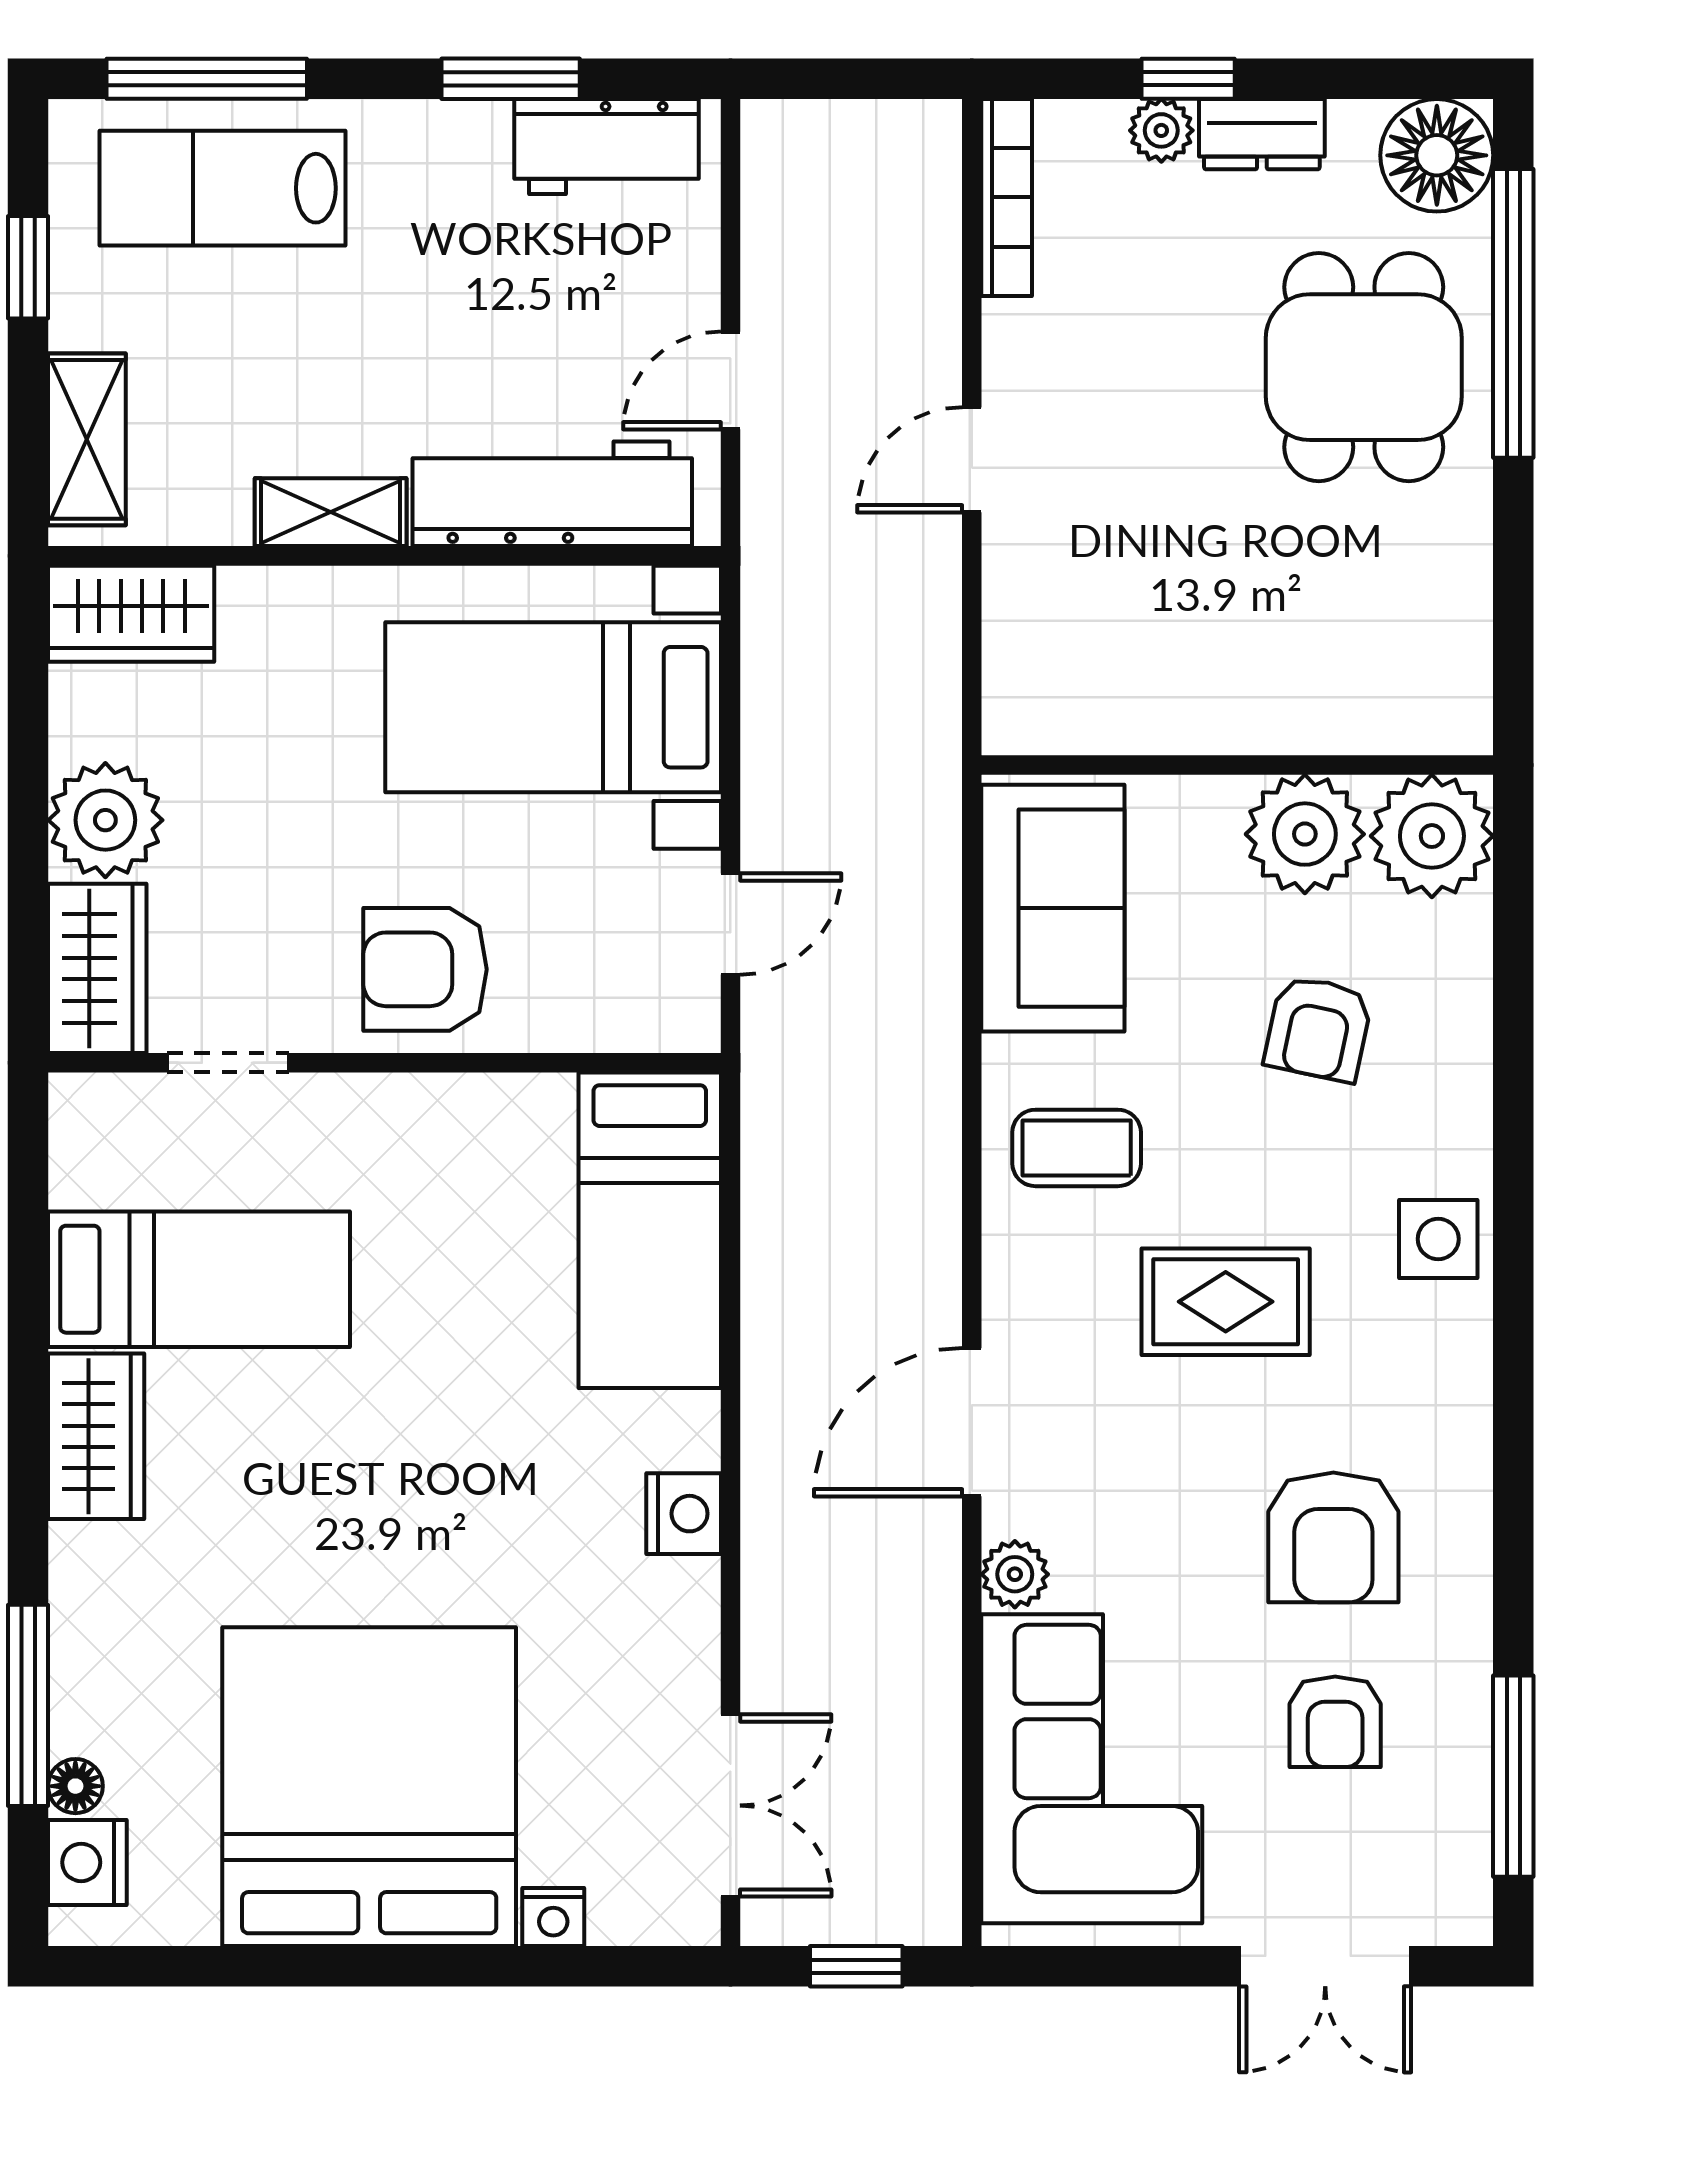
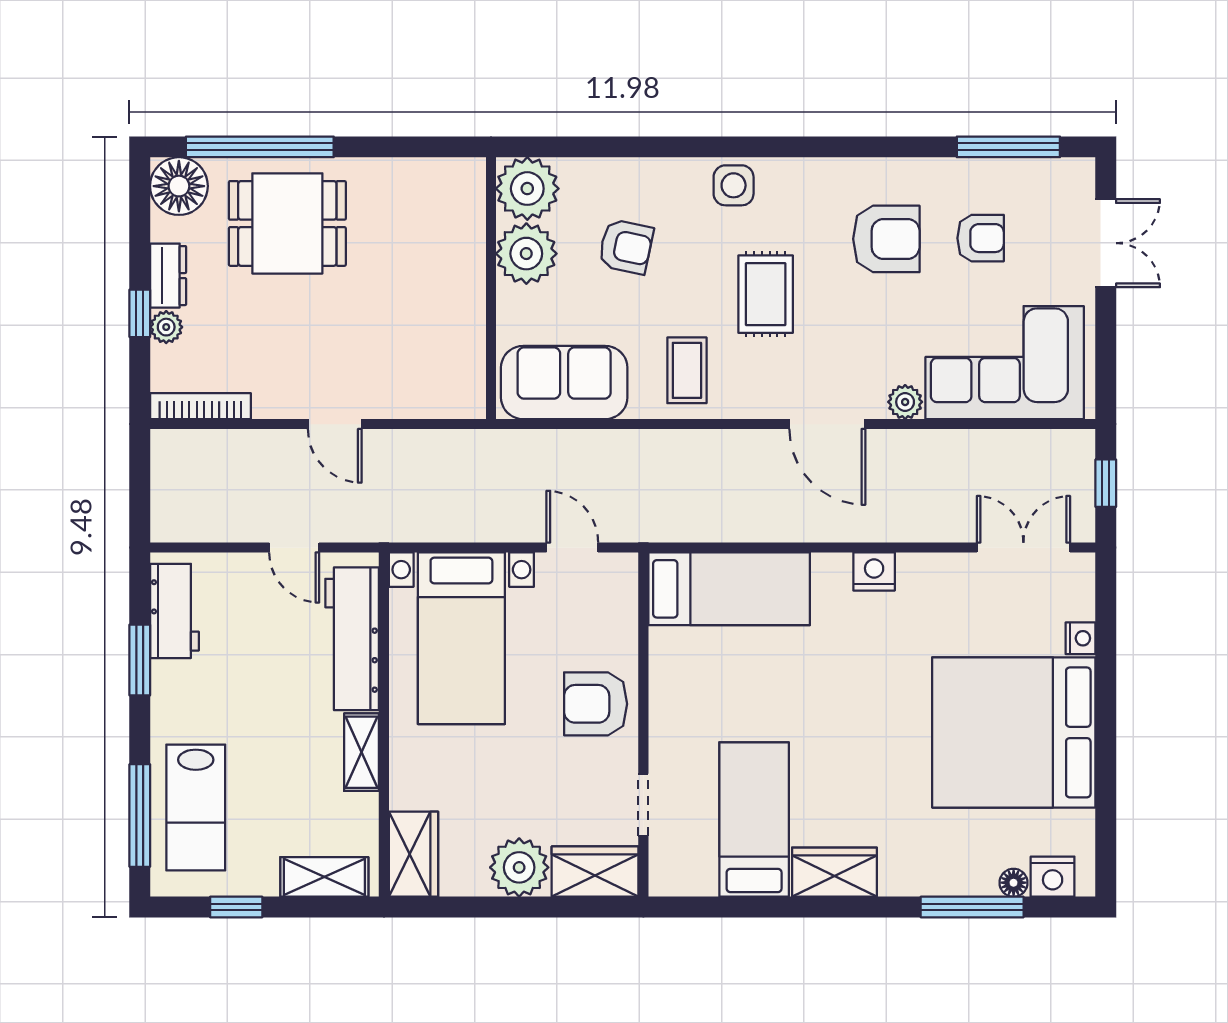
armchair: (425, 969) -> (596, 704), turned 90

